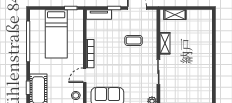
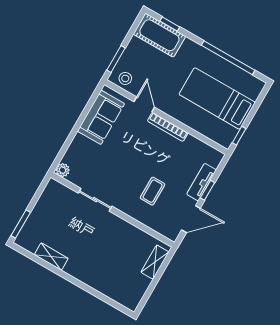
tv unit: (99, 14) -> (201, 182), moved
shelving: (165, 43) -> (51, 257), moved

